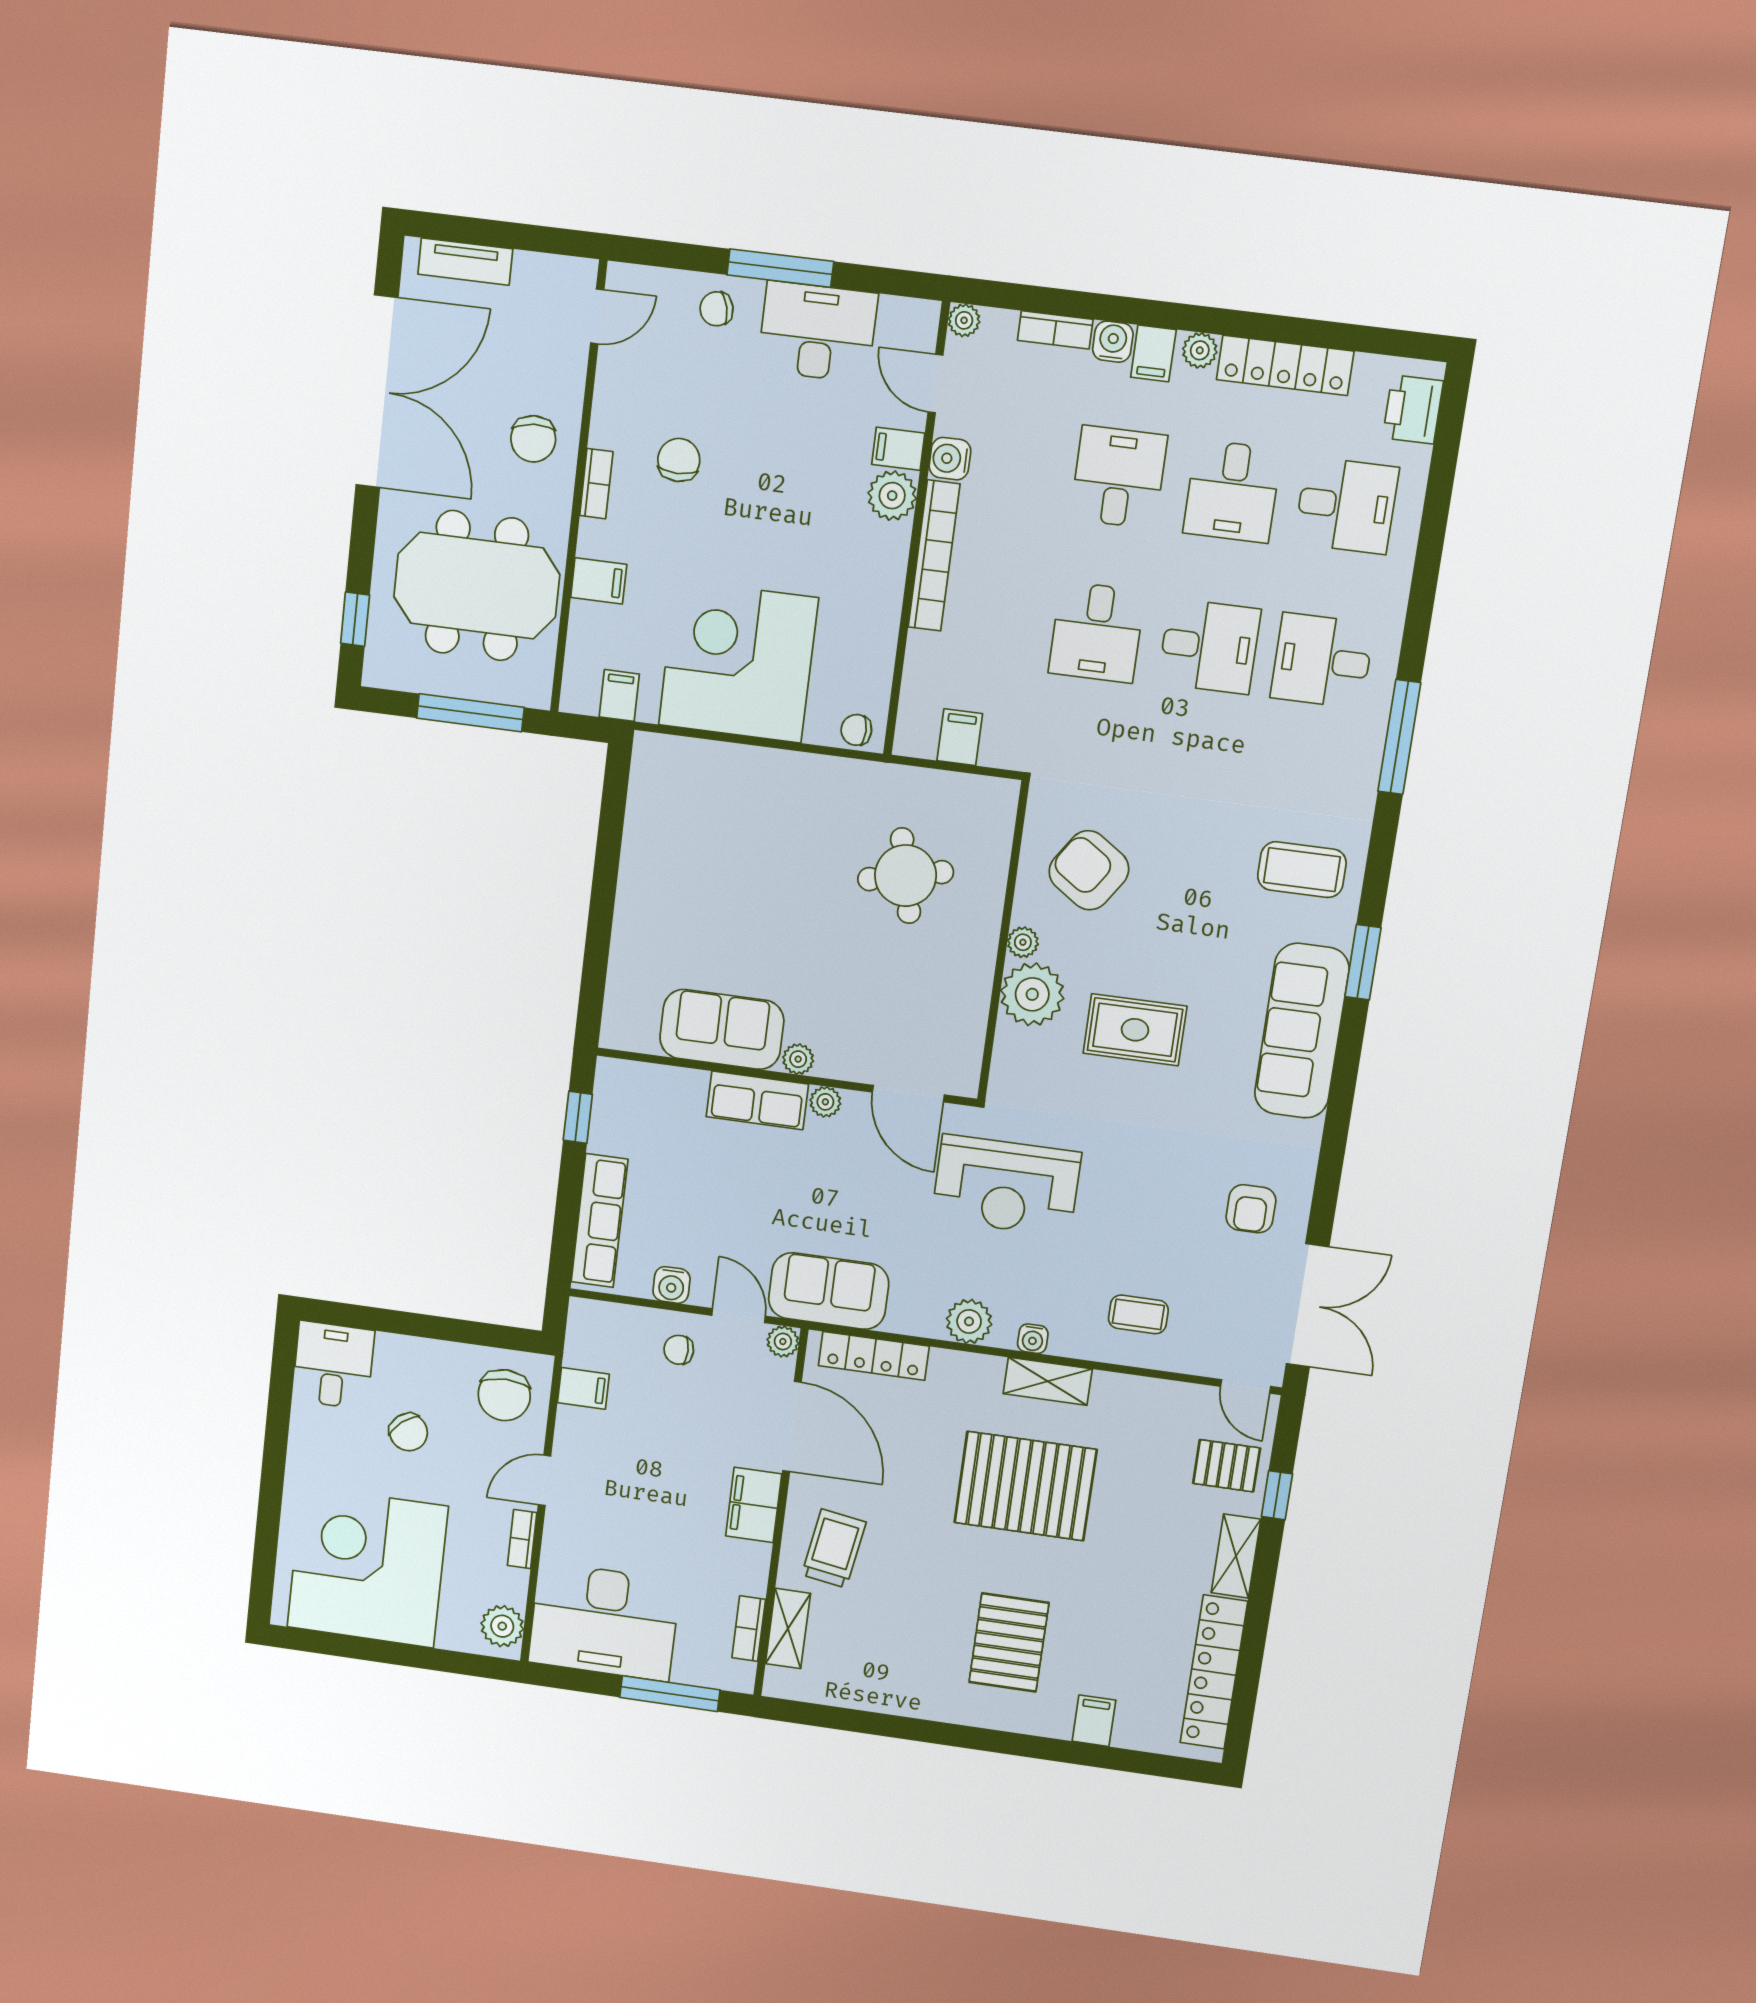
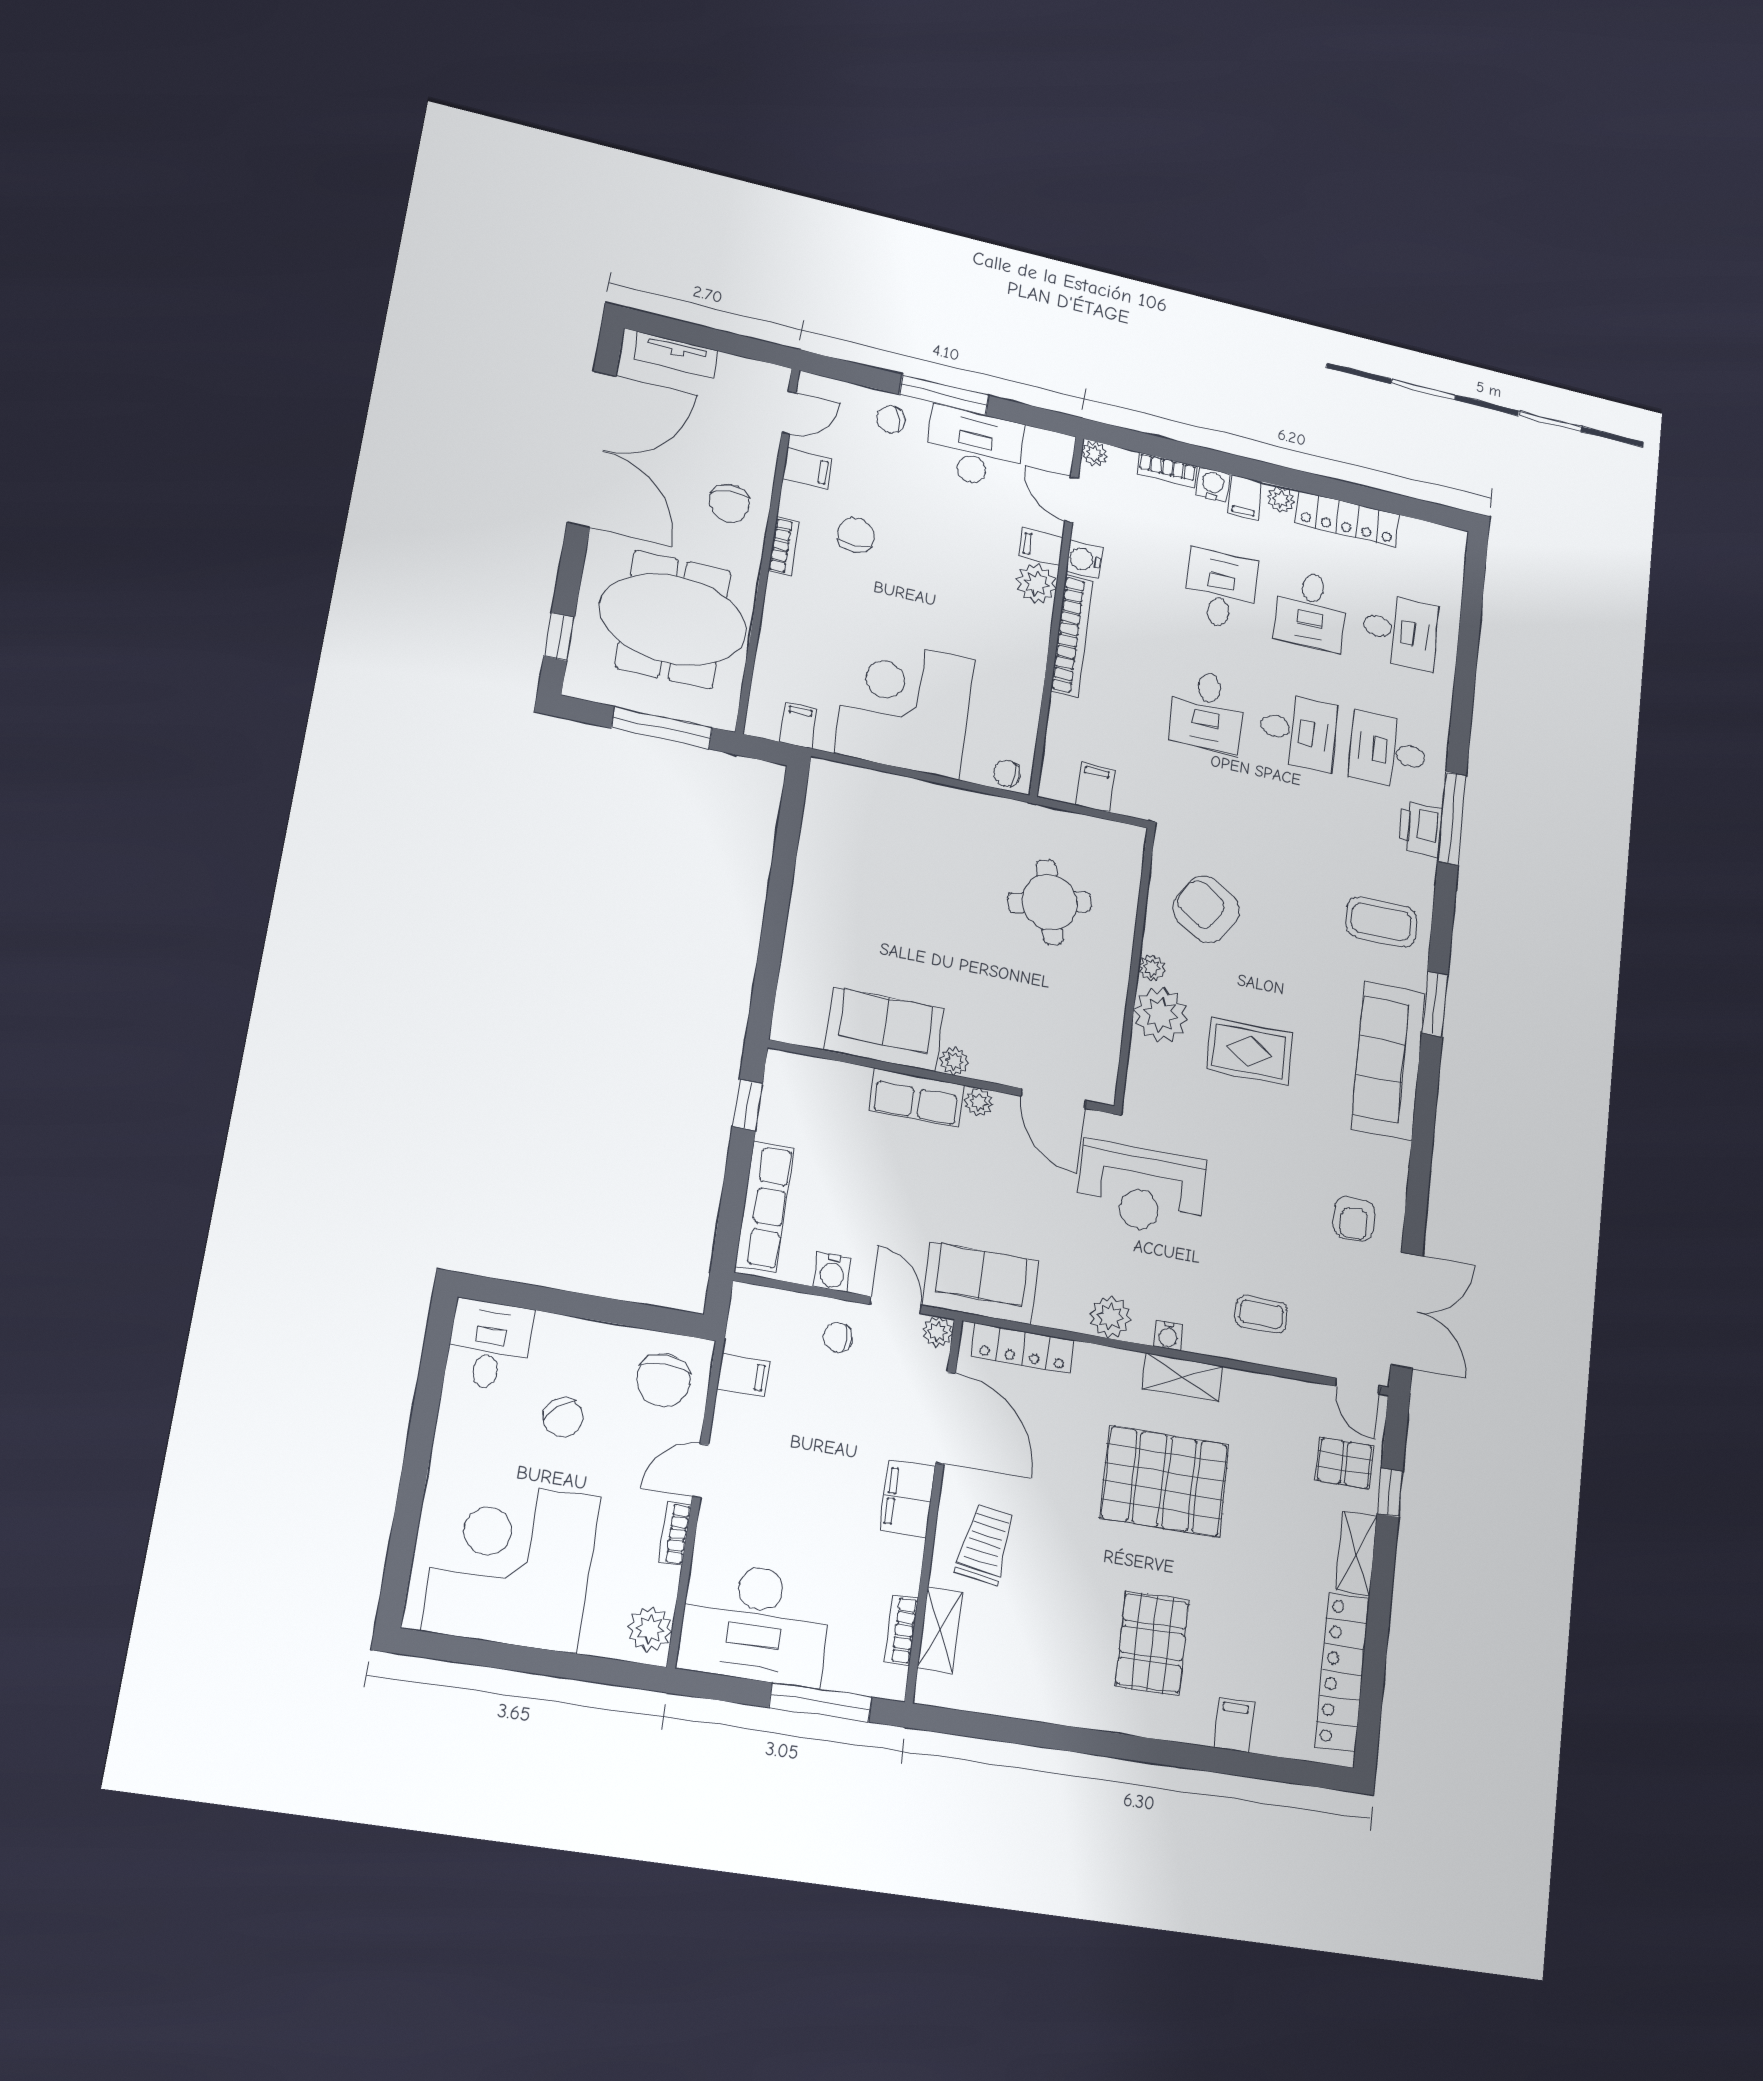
printer: (1413, 409) -> (1421, 829), moved
filing cabinet: (599, 581) -> (807, 469), moved

